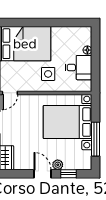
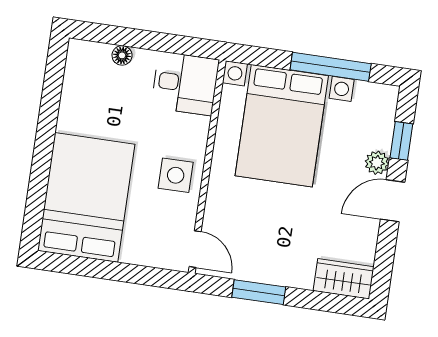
desk: (78, 68) -> (185, 83), moved, turned 90
side table: (48, 74) -> (176, 175), moved

